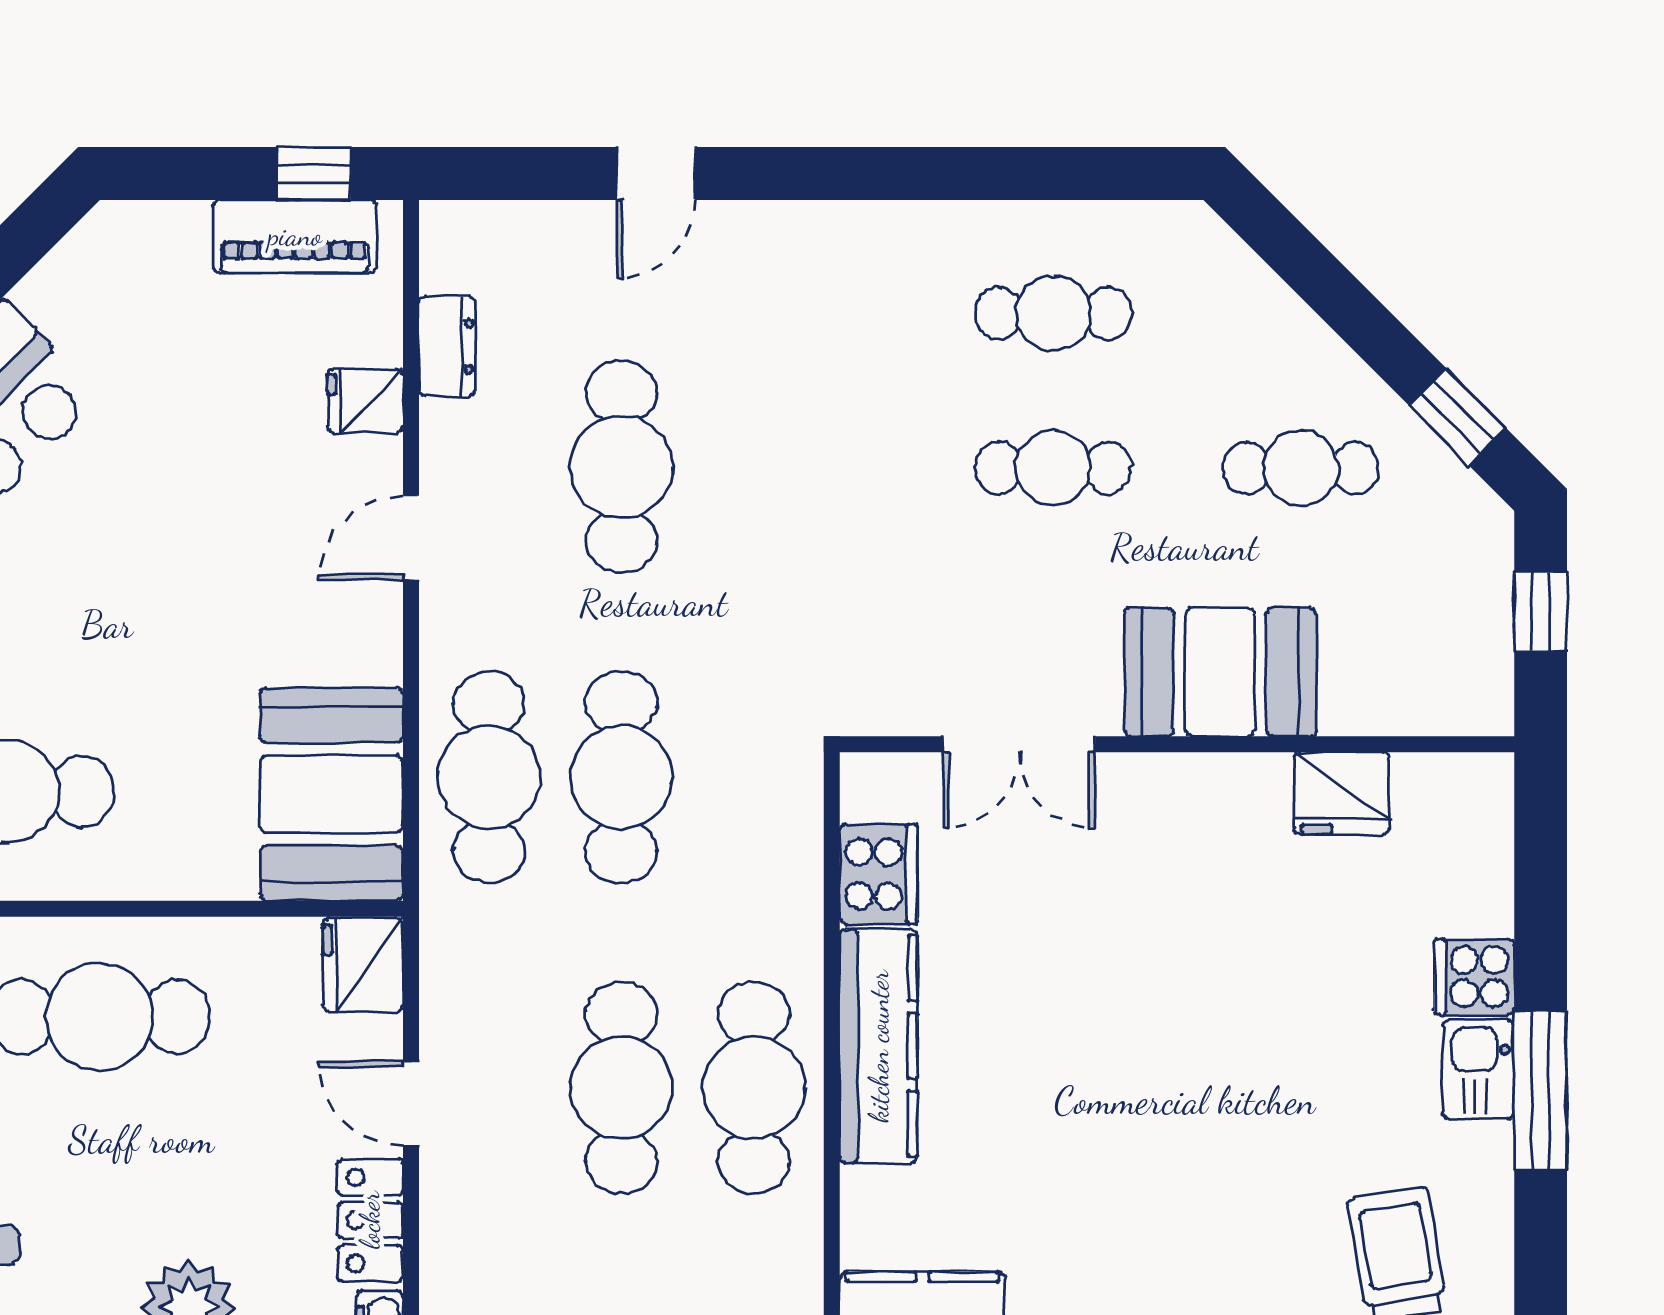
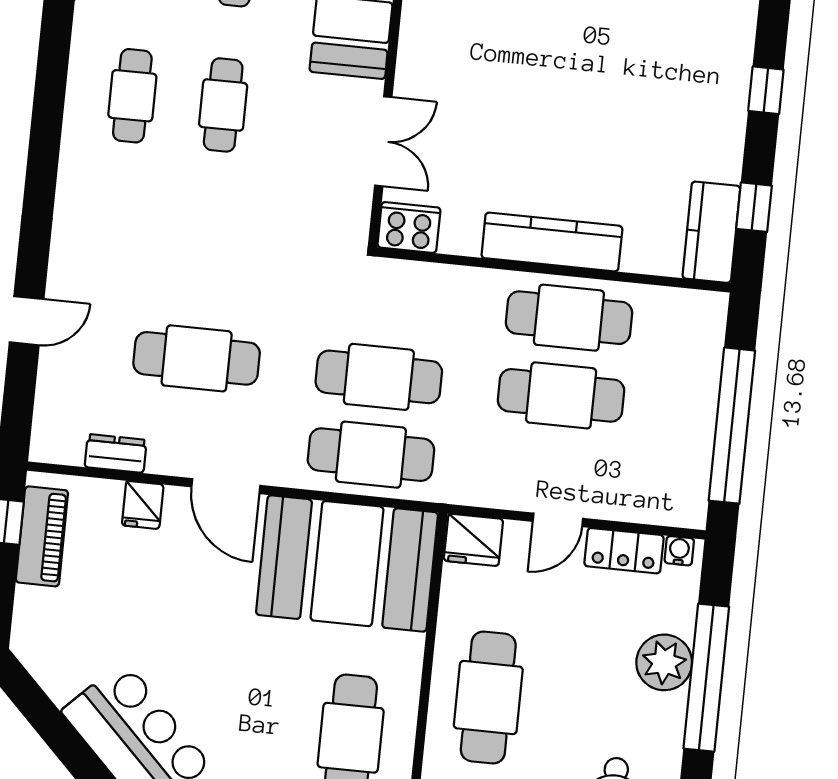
door: (656, 174) -> (27, 321), hinge flipped
door: (411, 538) -> (226, 486), width x1.38
booth: (331, 794) -> (347, 564), width x1.36, depth x1.42
cooker: (878, 874) -> (409, 228), moved

